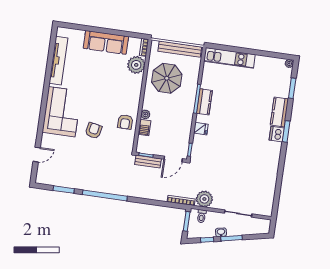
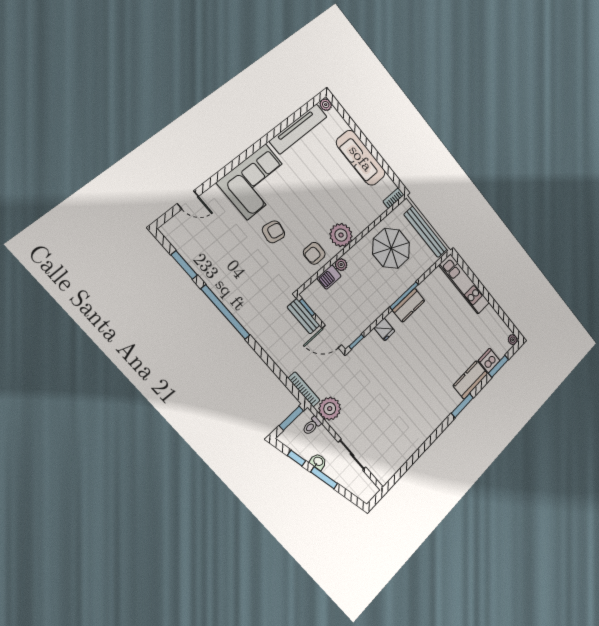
plant: (61, 31) -> (326, 105), added
plant: (136, 65) -> (341, 235), moved
dishwasher: (277, 134) -> (489, 361), moved

